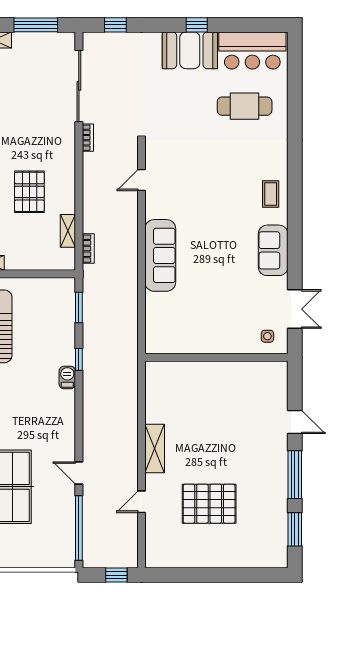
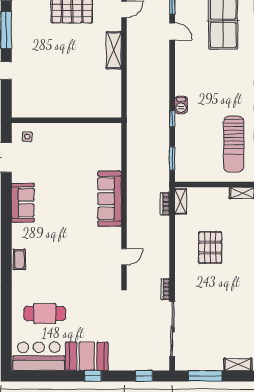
window: (197, 25) -> (93, 376), moved
coffee table: (271, 194) -> (19, 259), moved
shelving: (68, 231) -> (181, 201), moved

